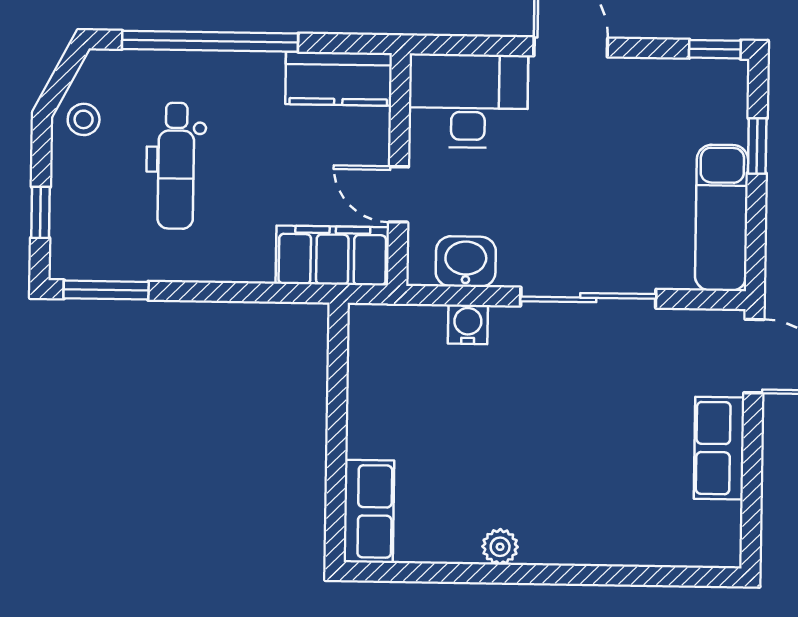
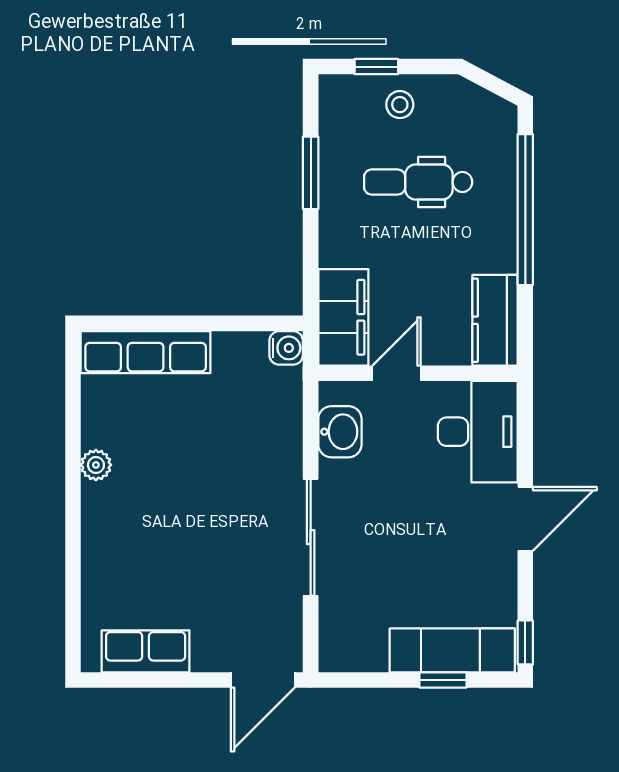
stool: (84, 119) -> (400, 105), moved
exam couch: (722, 218) -> (452, 650), moved
window: (106, 290) -> (311, 173), moved
water cooler: (468, 324) -> (286, 348), moved
row of seats: (719, 448) -> (146, 651), moved
row of seats: (369, 511) -> (146, 352), width x1.48

